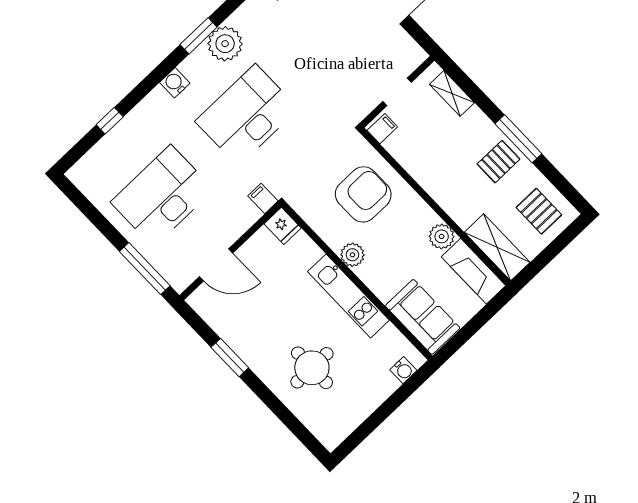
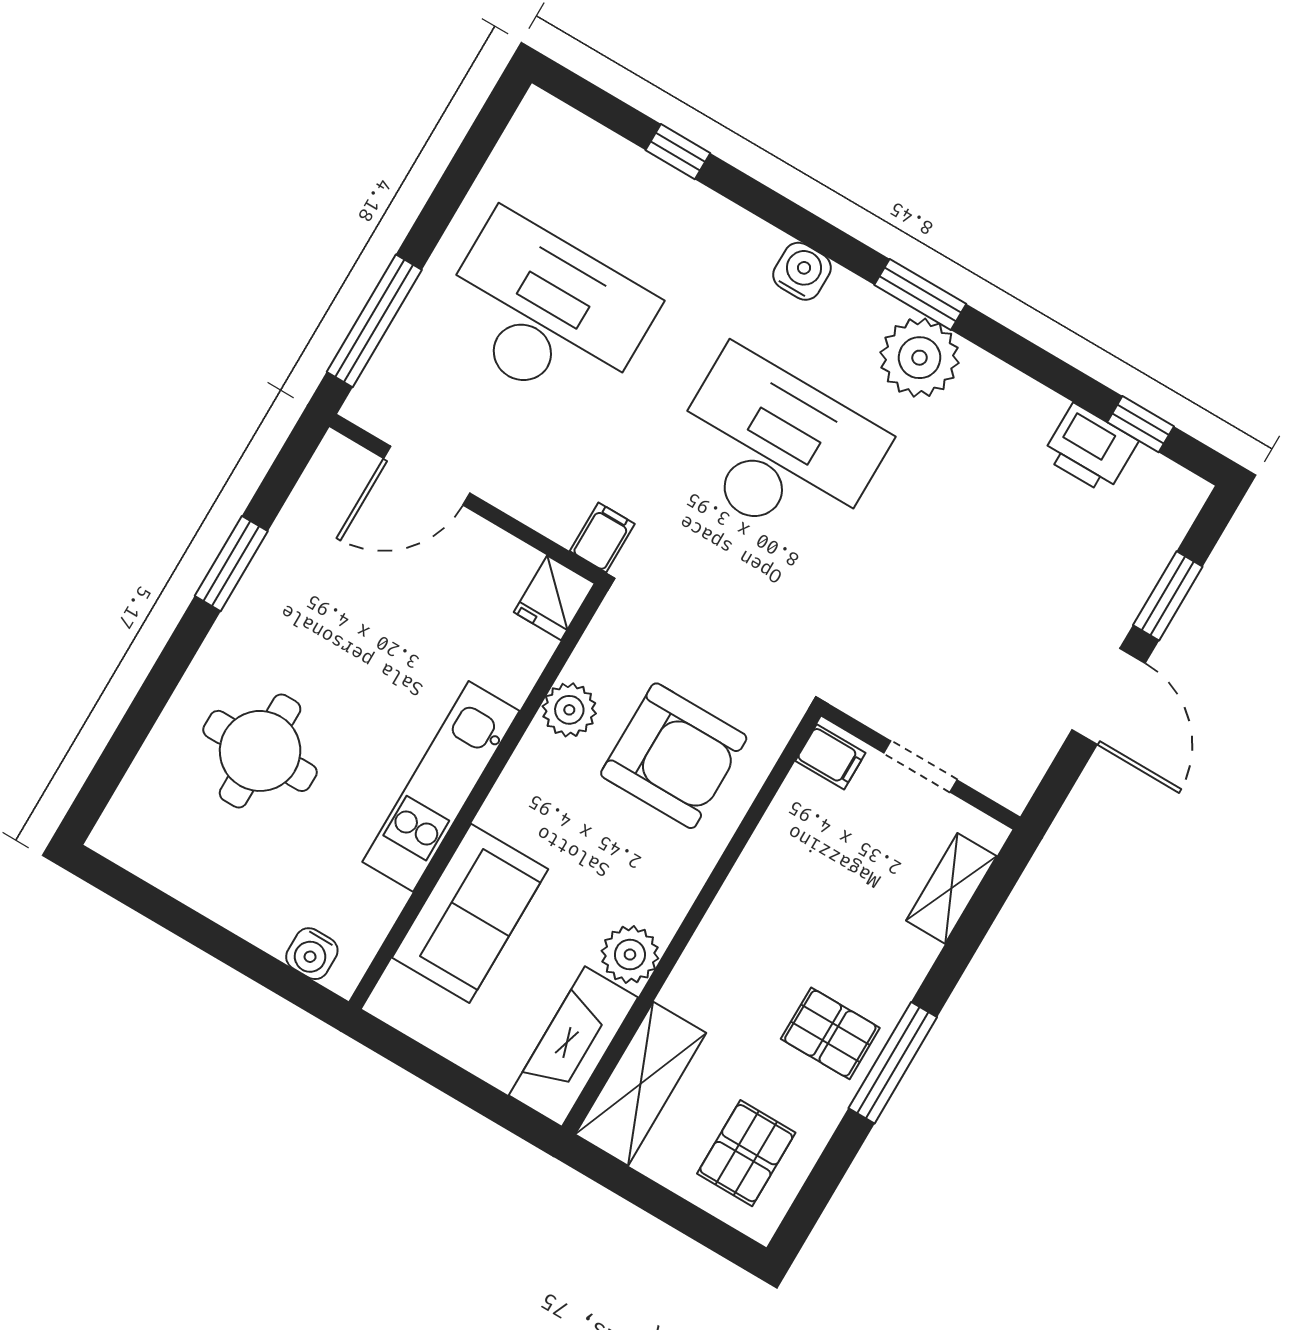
plant: (352, 255) -> (569, 710), moved
door: (216, 265) -> (427, 476), hinge flipped
sofa: (423, 317) -> (470, 913), moved

